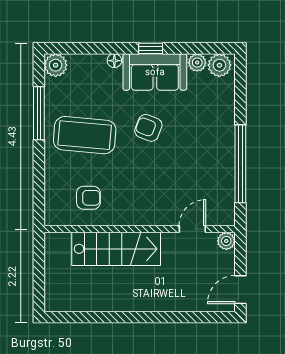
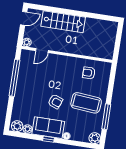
stairs: (116, 249) -> (63, 22), moved, turned 180

